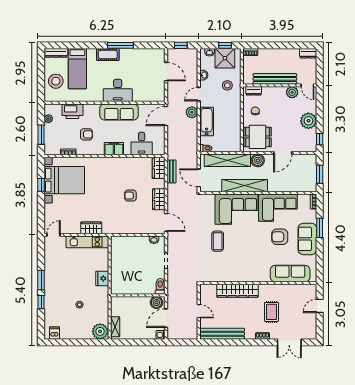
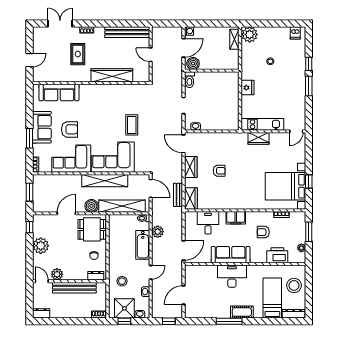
door: (166, 72) -> (184, 295), hinge flipped
plant: (192, 112) -> (158, 232), moved

